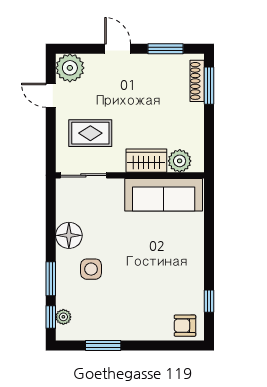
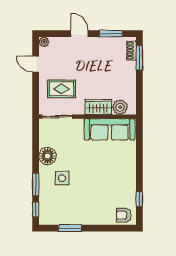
plant: (70, 68) -> (44, 42), width x0.53, depth x0.53
shoe rack: (197, 81) -> (132, 51), width x0.70
plant: (63, 317) -> (44, 209), removed

